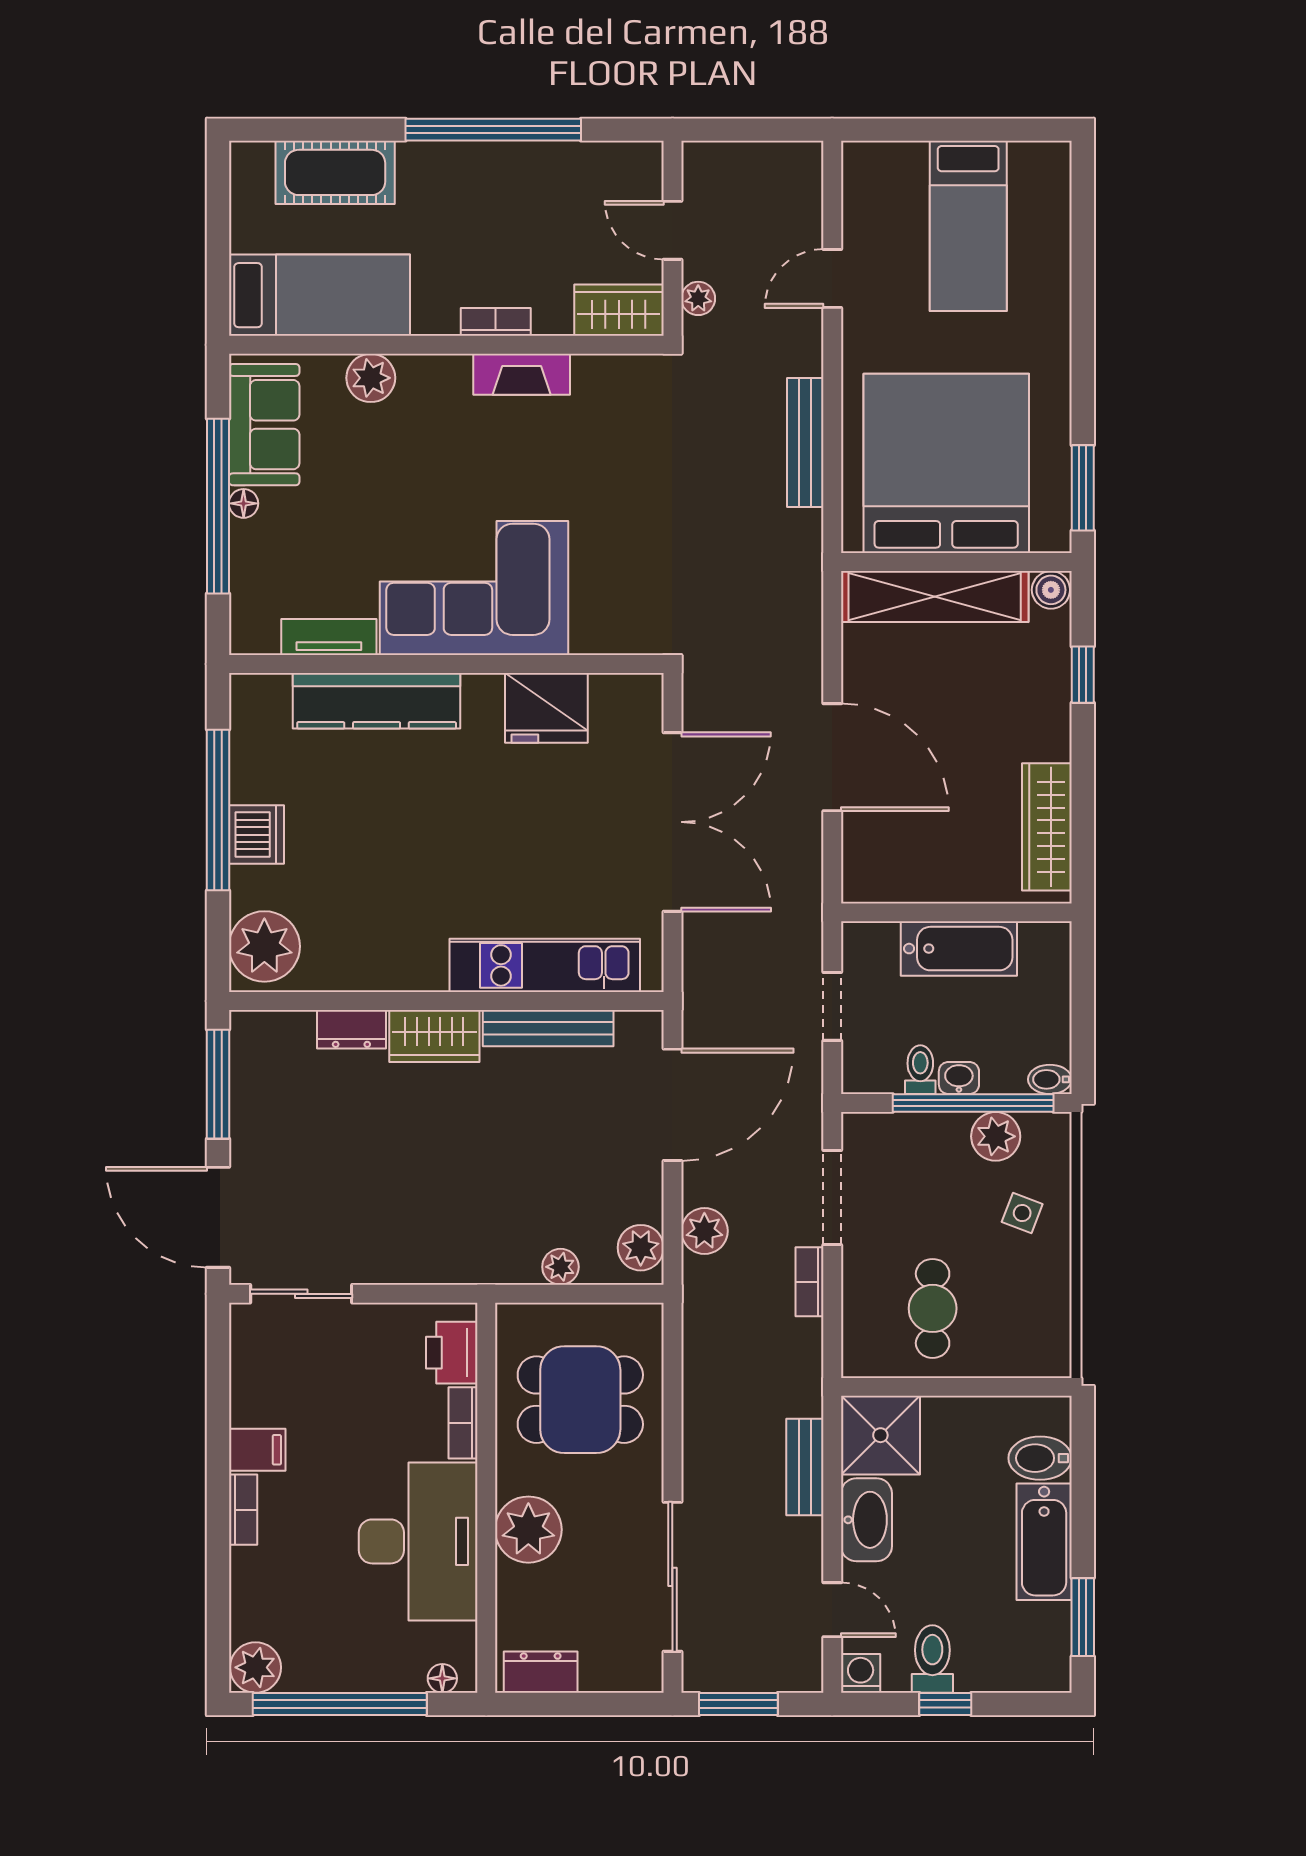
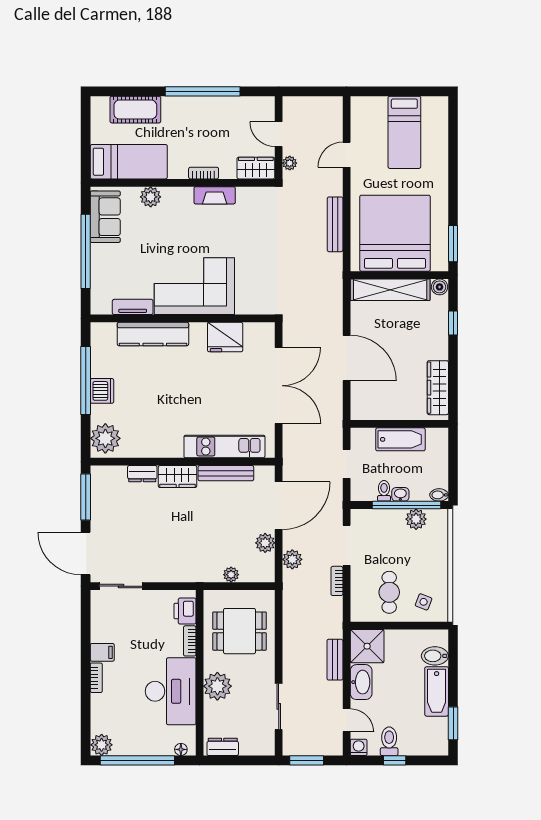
floor lamp: (244, 503) -> (96, 250), removed
side table: (1022, 1213) -> (424, 602), moved
plant: (641, 1248) -> (265, 543), moved
sliding door: (672, 1577) -> (279, 706), width x0.73

